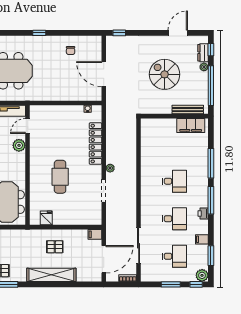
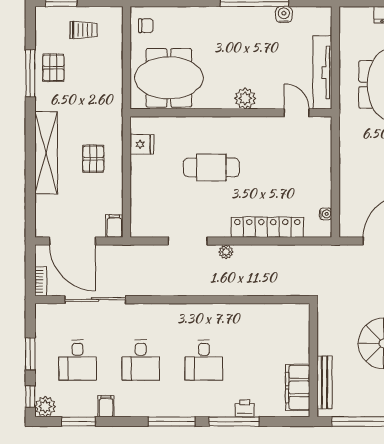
plant: (19, 145) -> (245, 98), moved
printer: (203, 213) -> (245, 408), moved

